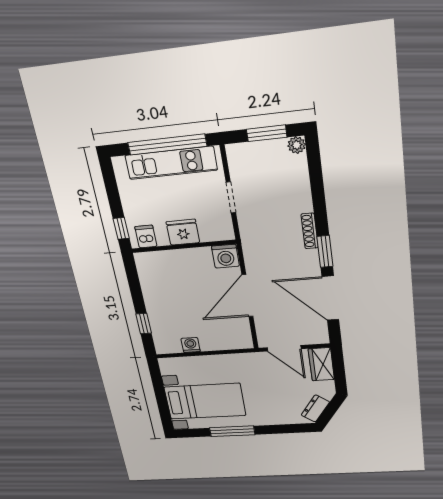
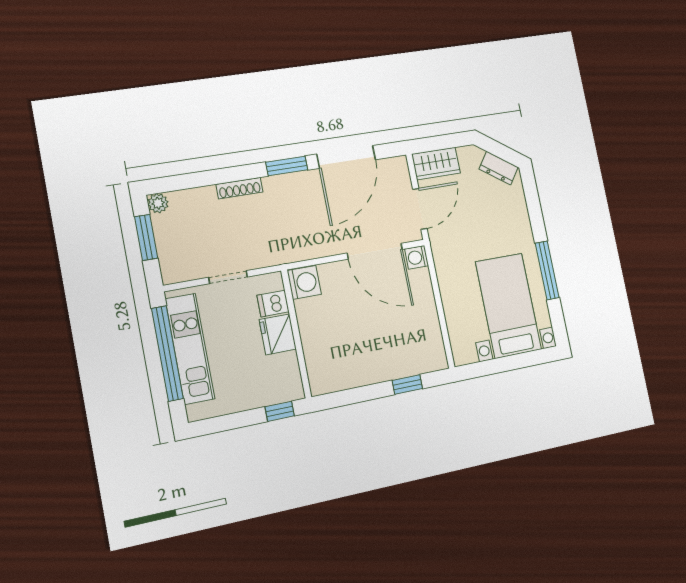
shoe rack: (310, 231) -> (240, 188), moved
dishwasher: (146, 237) -> (273, 304), moved
door: (247, 296) -> (375, 251), moved
washing machine: (191, 345) -> (417, 257), moved

